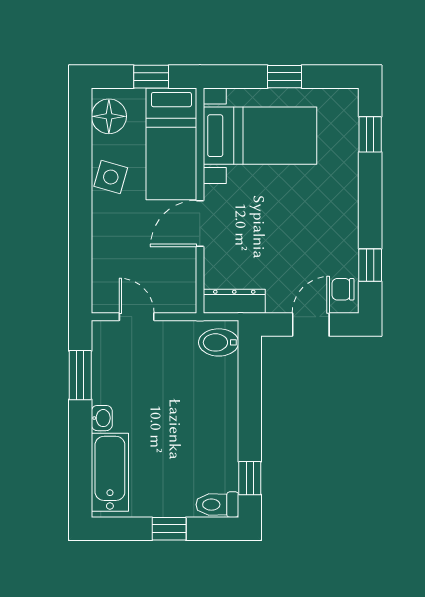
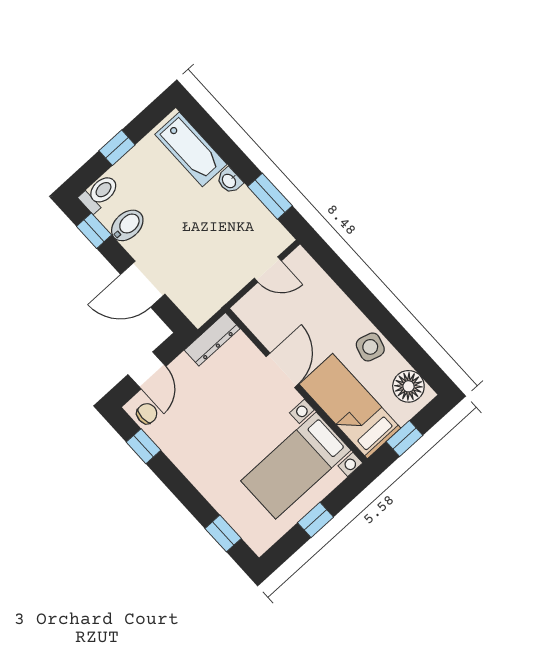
bidet: (219, 342) -> (127, 225), moved
door: (250, 398) -> (143, 284), added

